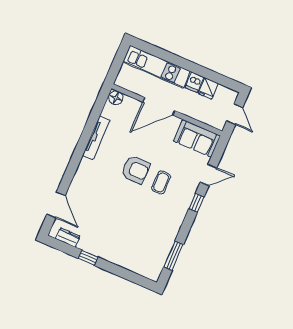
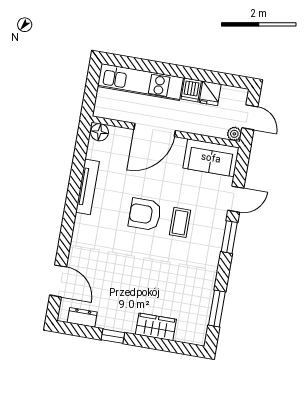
plant: (220, 124) -> (234, 134), added
armchair: (135, 170) -> (145, 214), turned 180
window: (196, 203) -> (229, 237), width x1.50
wardrobe: (123, 258) -> (156, 327), added

